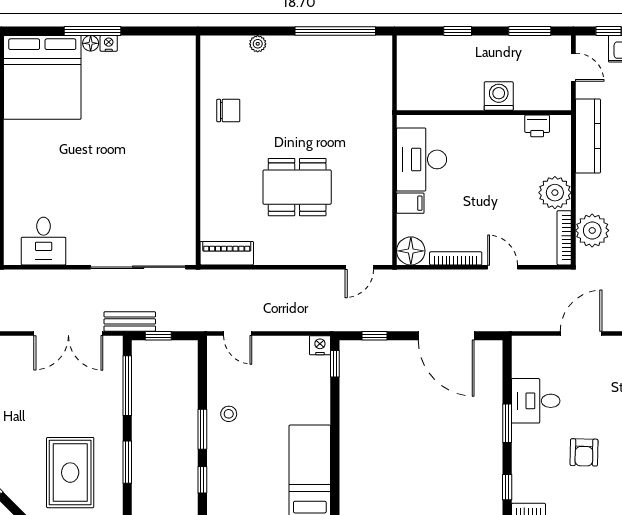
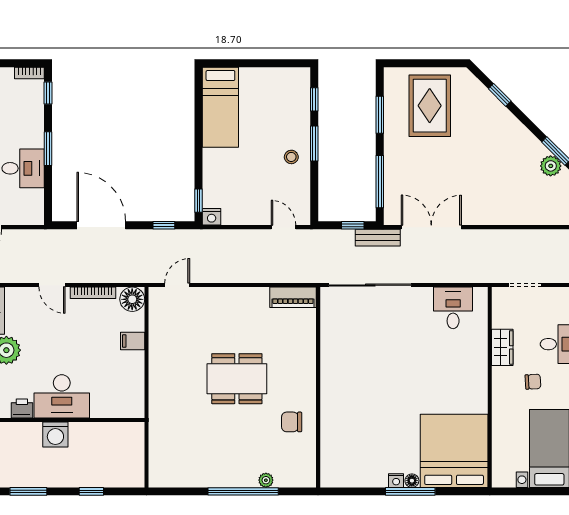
window: (335, 31) -> (243, 491), moved
desk: (422, 159) -> (62, 396), moved, turned 90
dining table: (297, 187) -> (237, 379), moved

